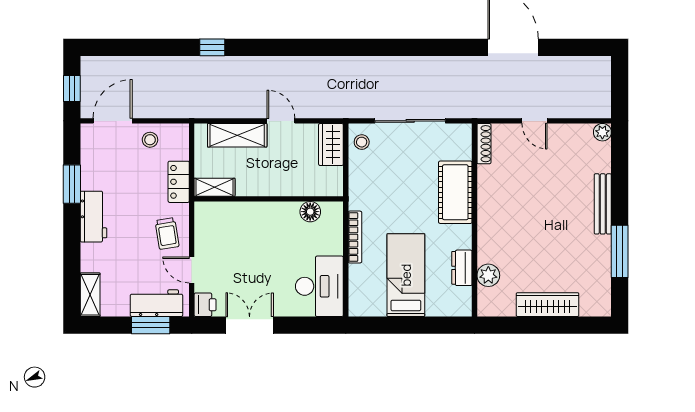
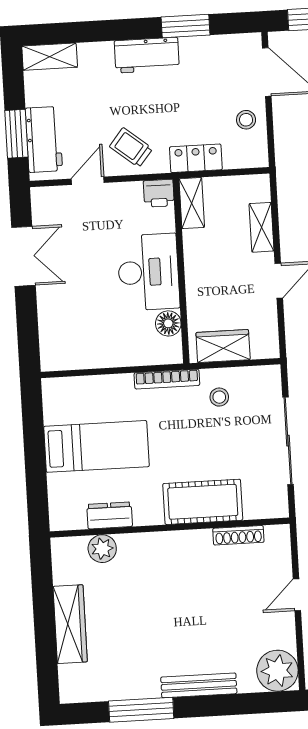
plant: (602, 132) -> (277, 671), width x1.87, depth x1.87
shelving: (237, 135) -> (262, 227), width x0.67, depth x0.75
stool: (362, 142) -> (219, 397), moved
wardrobe: (331, 144) -> (223, 346), moved
shoe rack: (484, 144) -> (238, 535), moved
trolley: (167, 233) -> (131, 148), turned 48
bookcase: (355, 237) -> (167, 379), moved
desk: (319, 286) -> (148, 272), moved, turned -90
printer: (205, 305) -> (159, 193), moved

